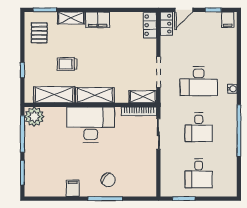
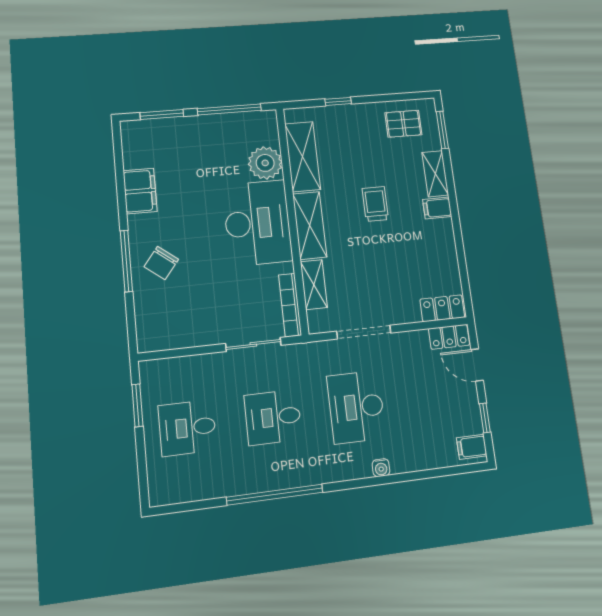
filing cabinet: (98, 20) -> (437, 208), width x0.50
trolley: (67, 64) -> (375, 204), moved
water cooler: (232, 89) -> (381, 468), moved
shelving: (143, 97) -> (314, 285), moved
plant: (34, 117) -> (265, 163), moved
filing cabinet: (73, 188) -> (140, 191), width x2.00

